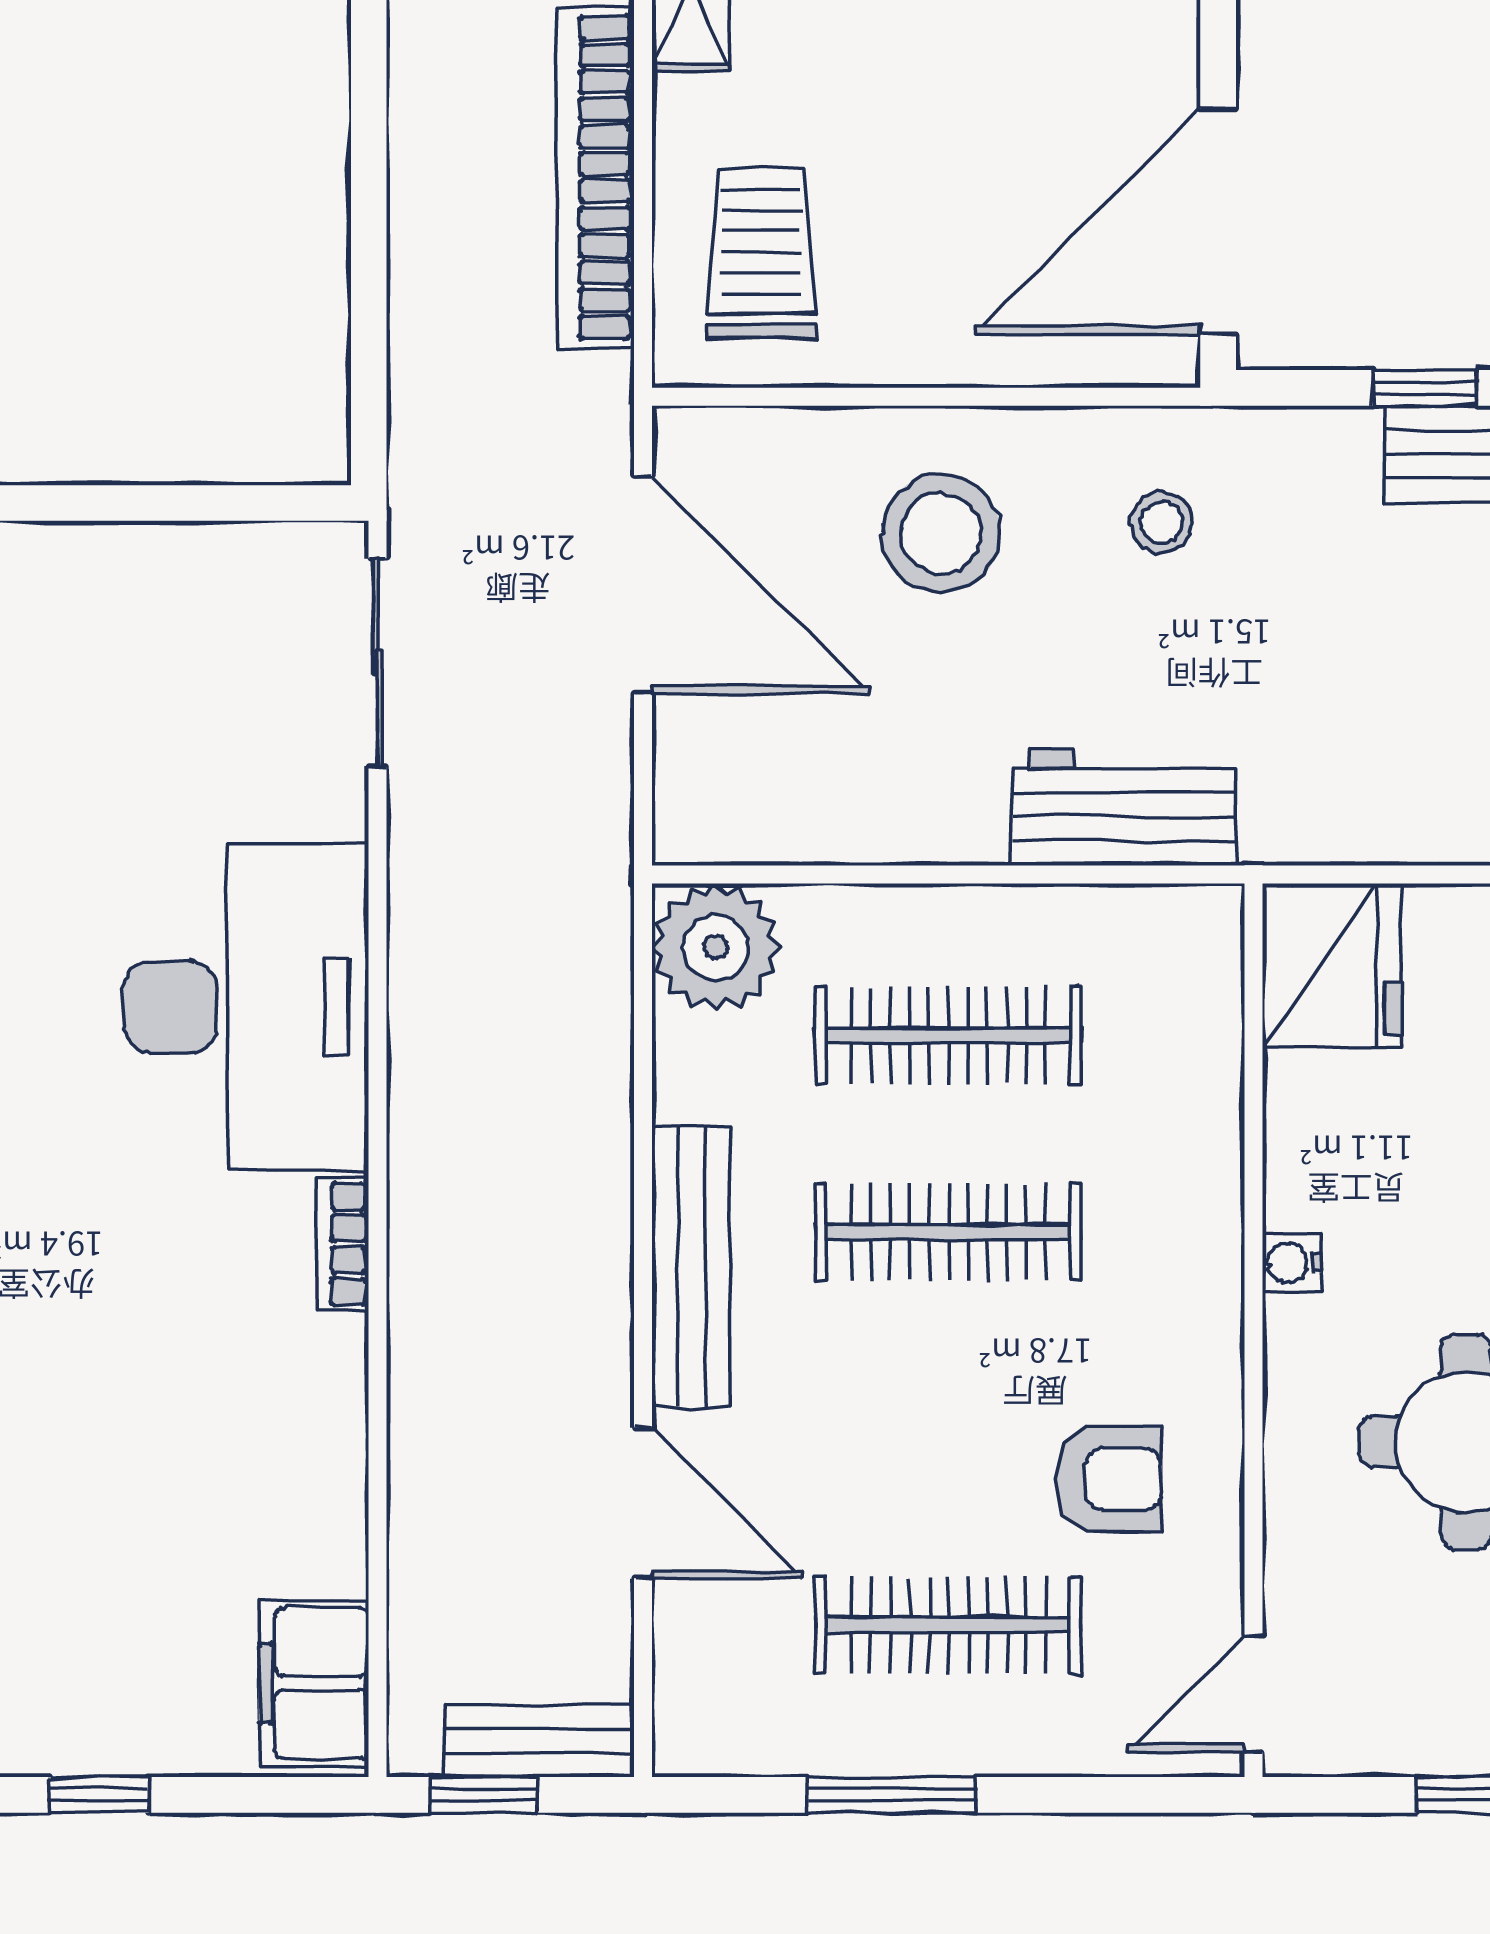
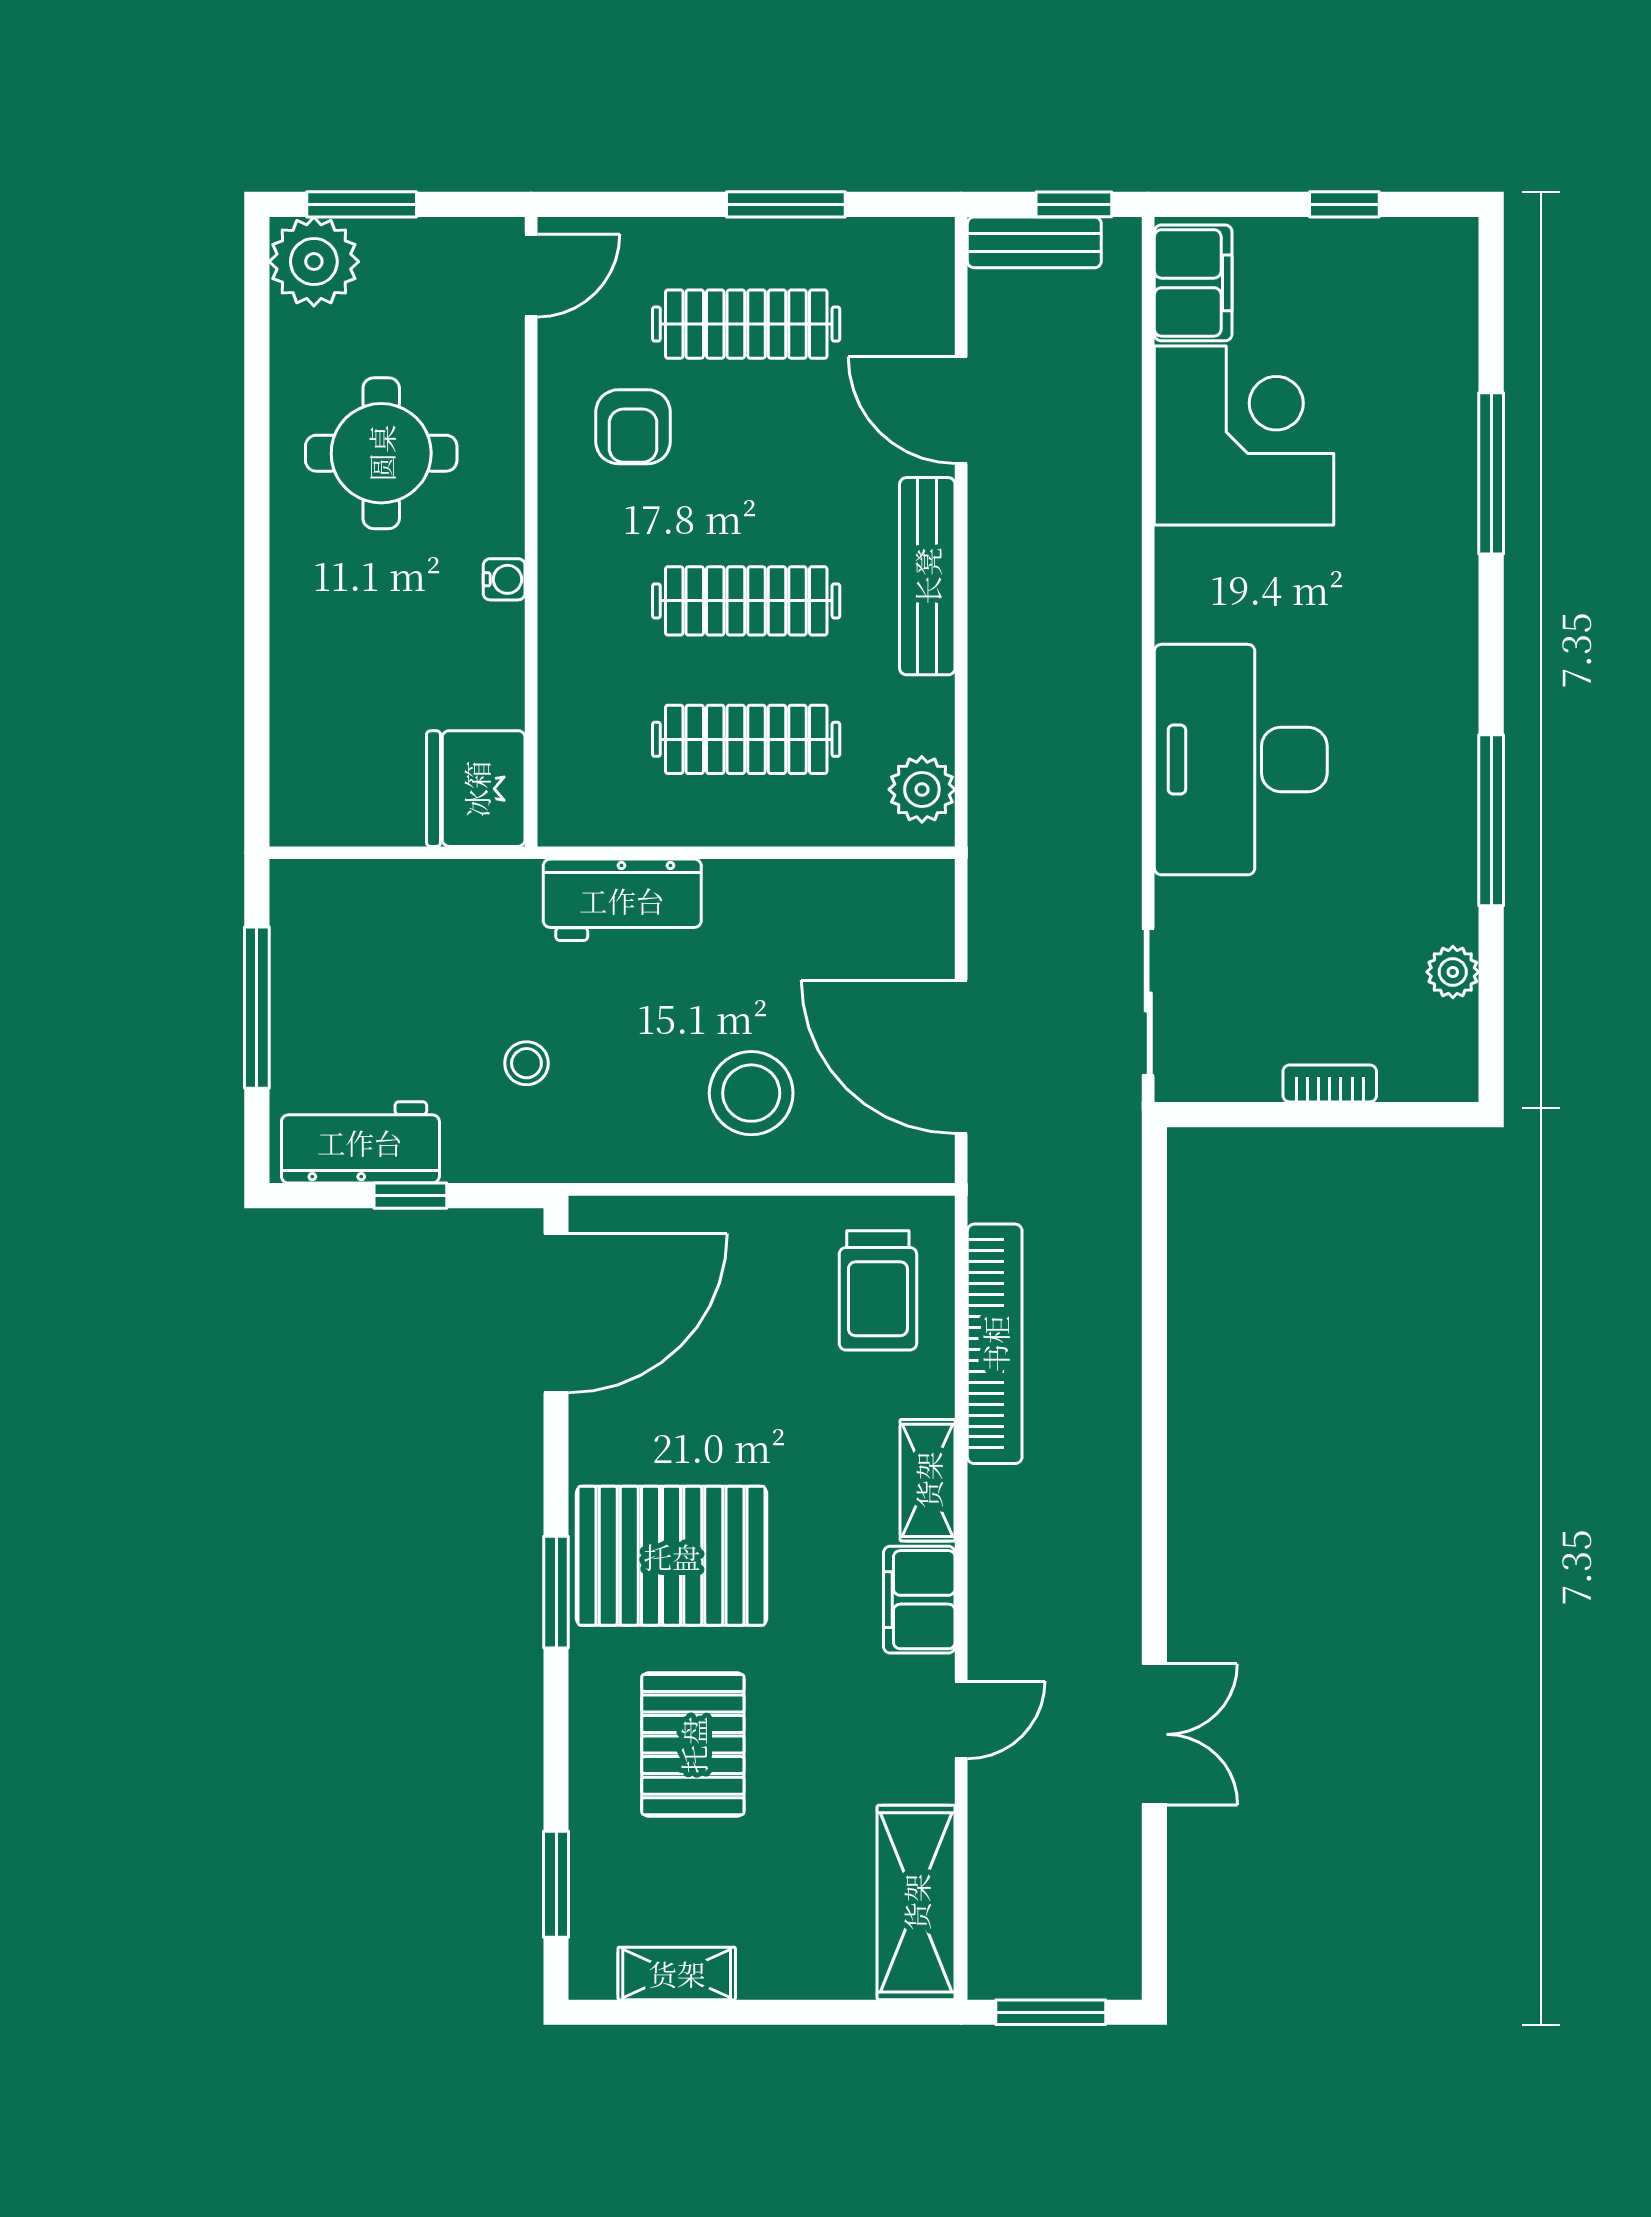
stool: (1161, 522) -> (526, 1063), moved
plant: (716, 947) -> (922, 789), width x0.73, depth x0.73
bookcase: (342, 1244) -> (1330, 1083), moved, turned -90
corner desk: (242, 1467) -> (1244, 435), added
armchair: (1109, 1479) -> (633, 427), turned -90

